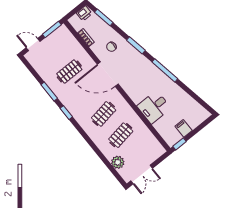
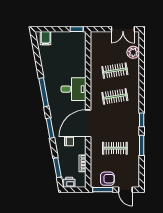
armchair: (55, 42) -> (107, 179), added
door: (108, 74) -> (88, 123), swing flipped
desk: (154, 107) -> (74, 89), moved
filing cabinet: (184, 128) -> (46, 38), moved
double door: (142, 175) -> (123, 29), swing flipped

